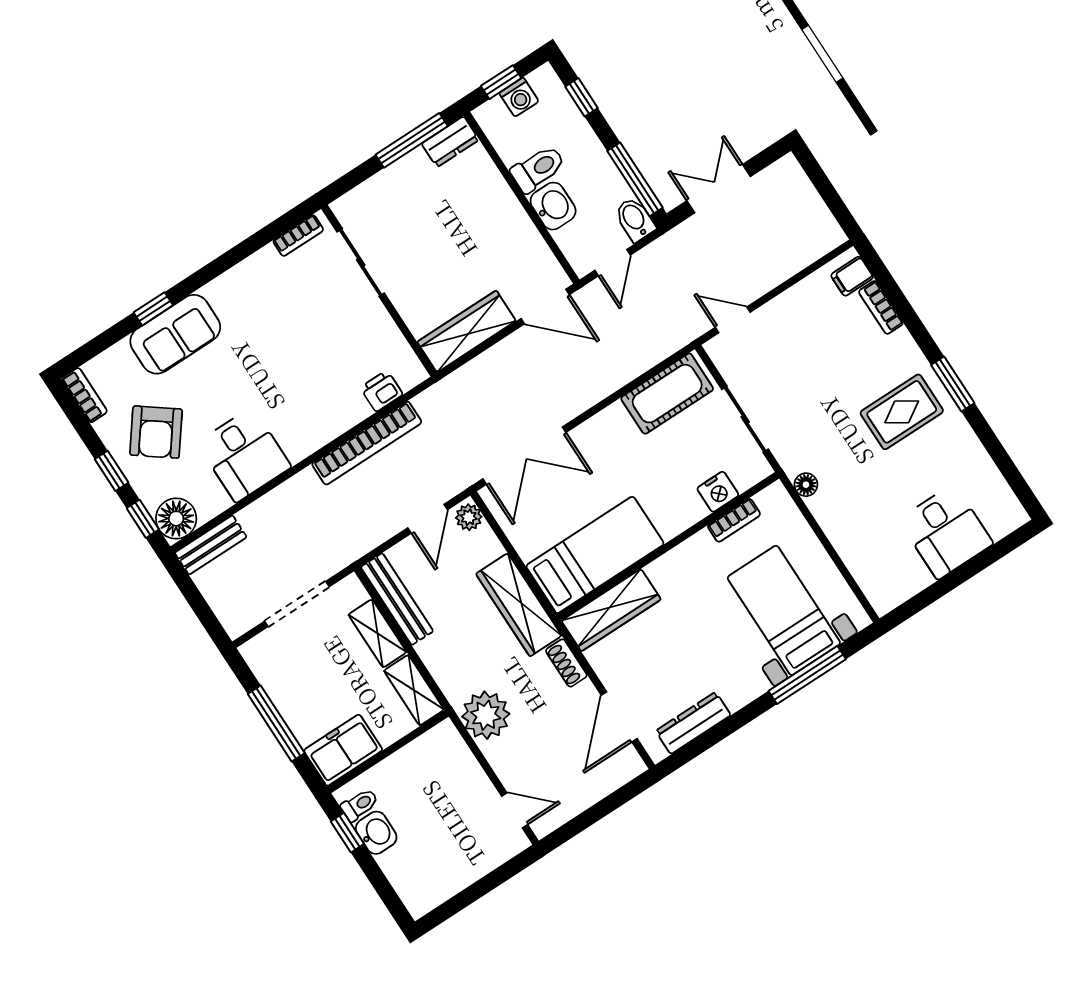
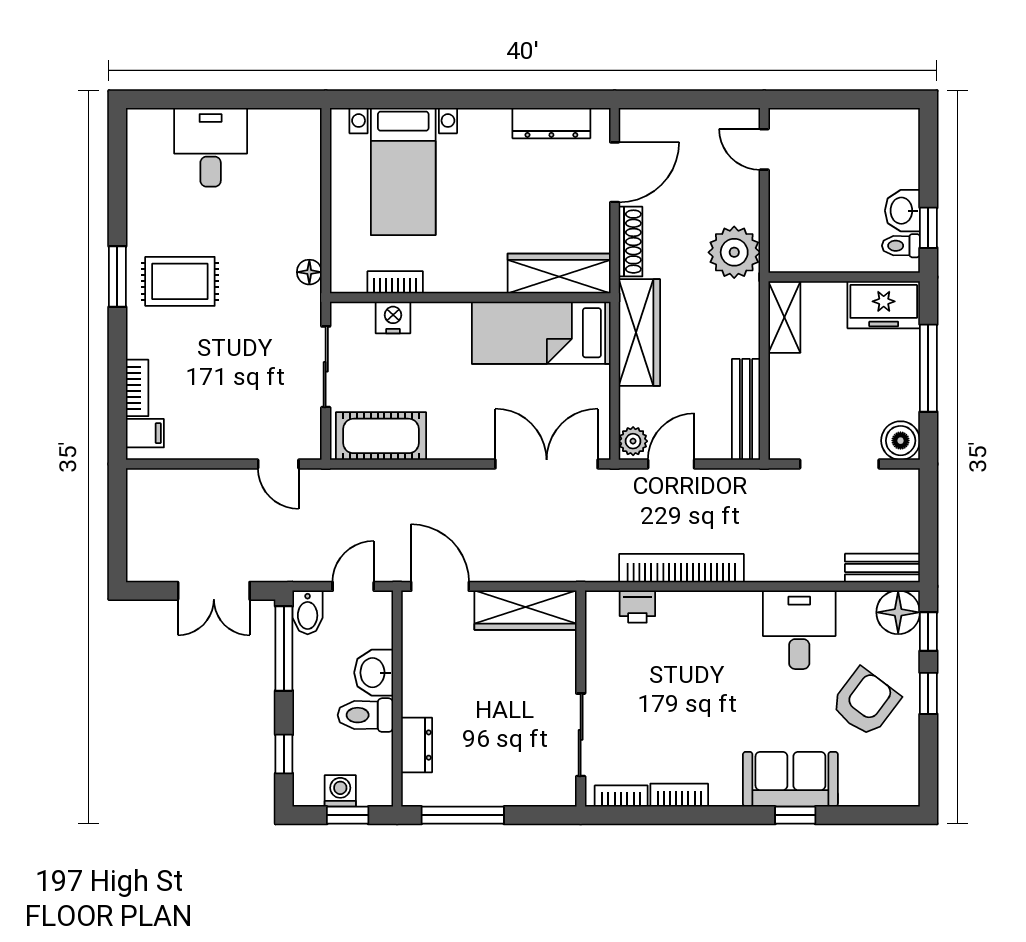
dresser: (450, 142) -> (417, 745), moved, turned 90
bookcase: (84, 395) -> (679, 795), moved, turned 90
shelving: (378, 633) -> (784, 390), removed
boiler: (261, 653) -> (901, 441), added
shoe rack: (566, 663) -> (631, 242), width x1.43
window: (807, 675) -> (420, 99), removed

